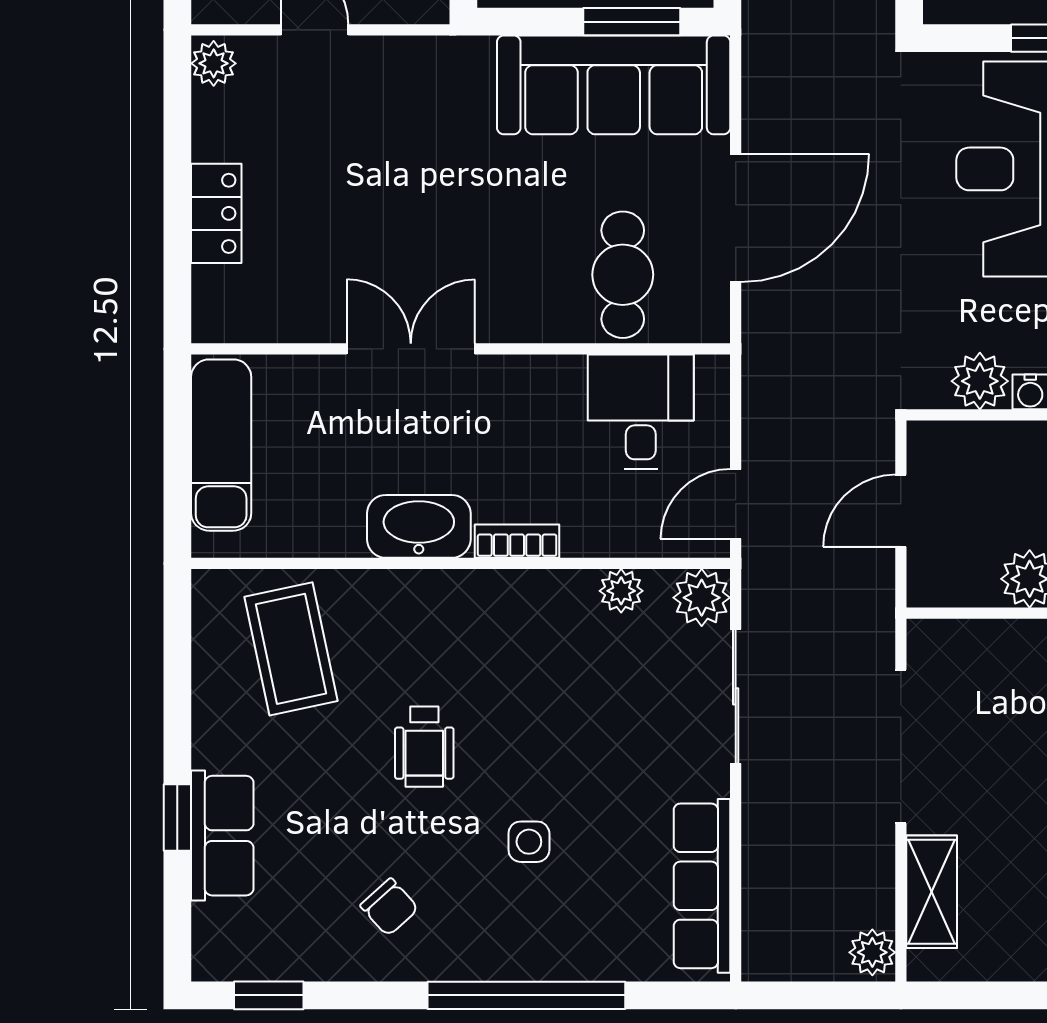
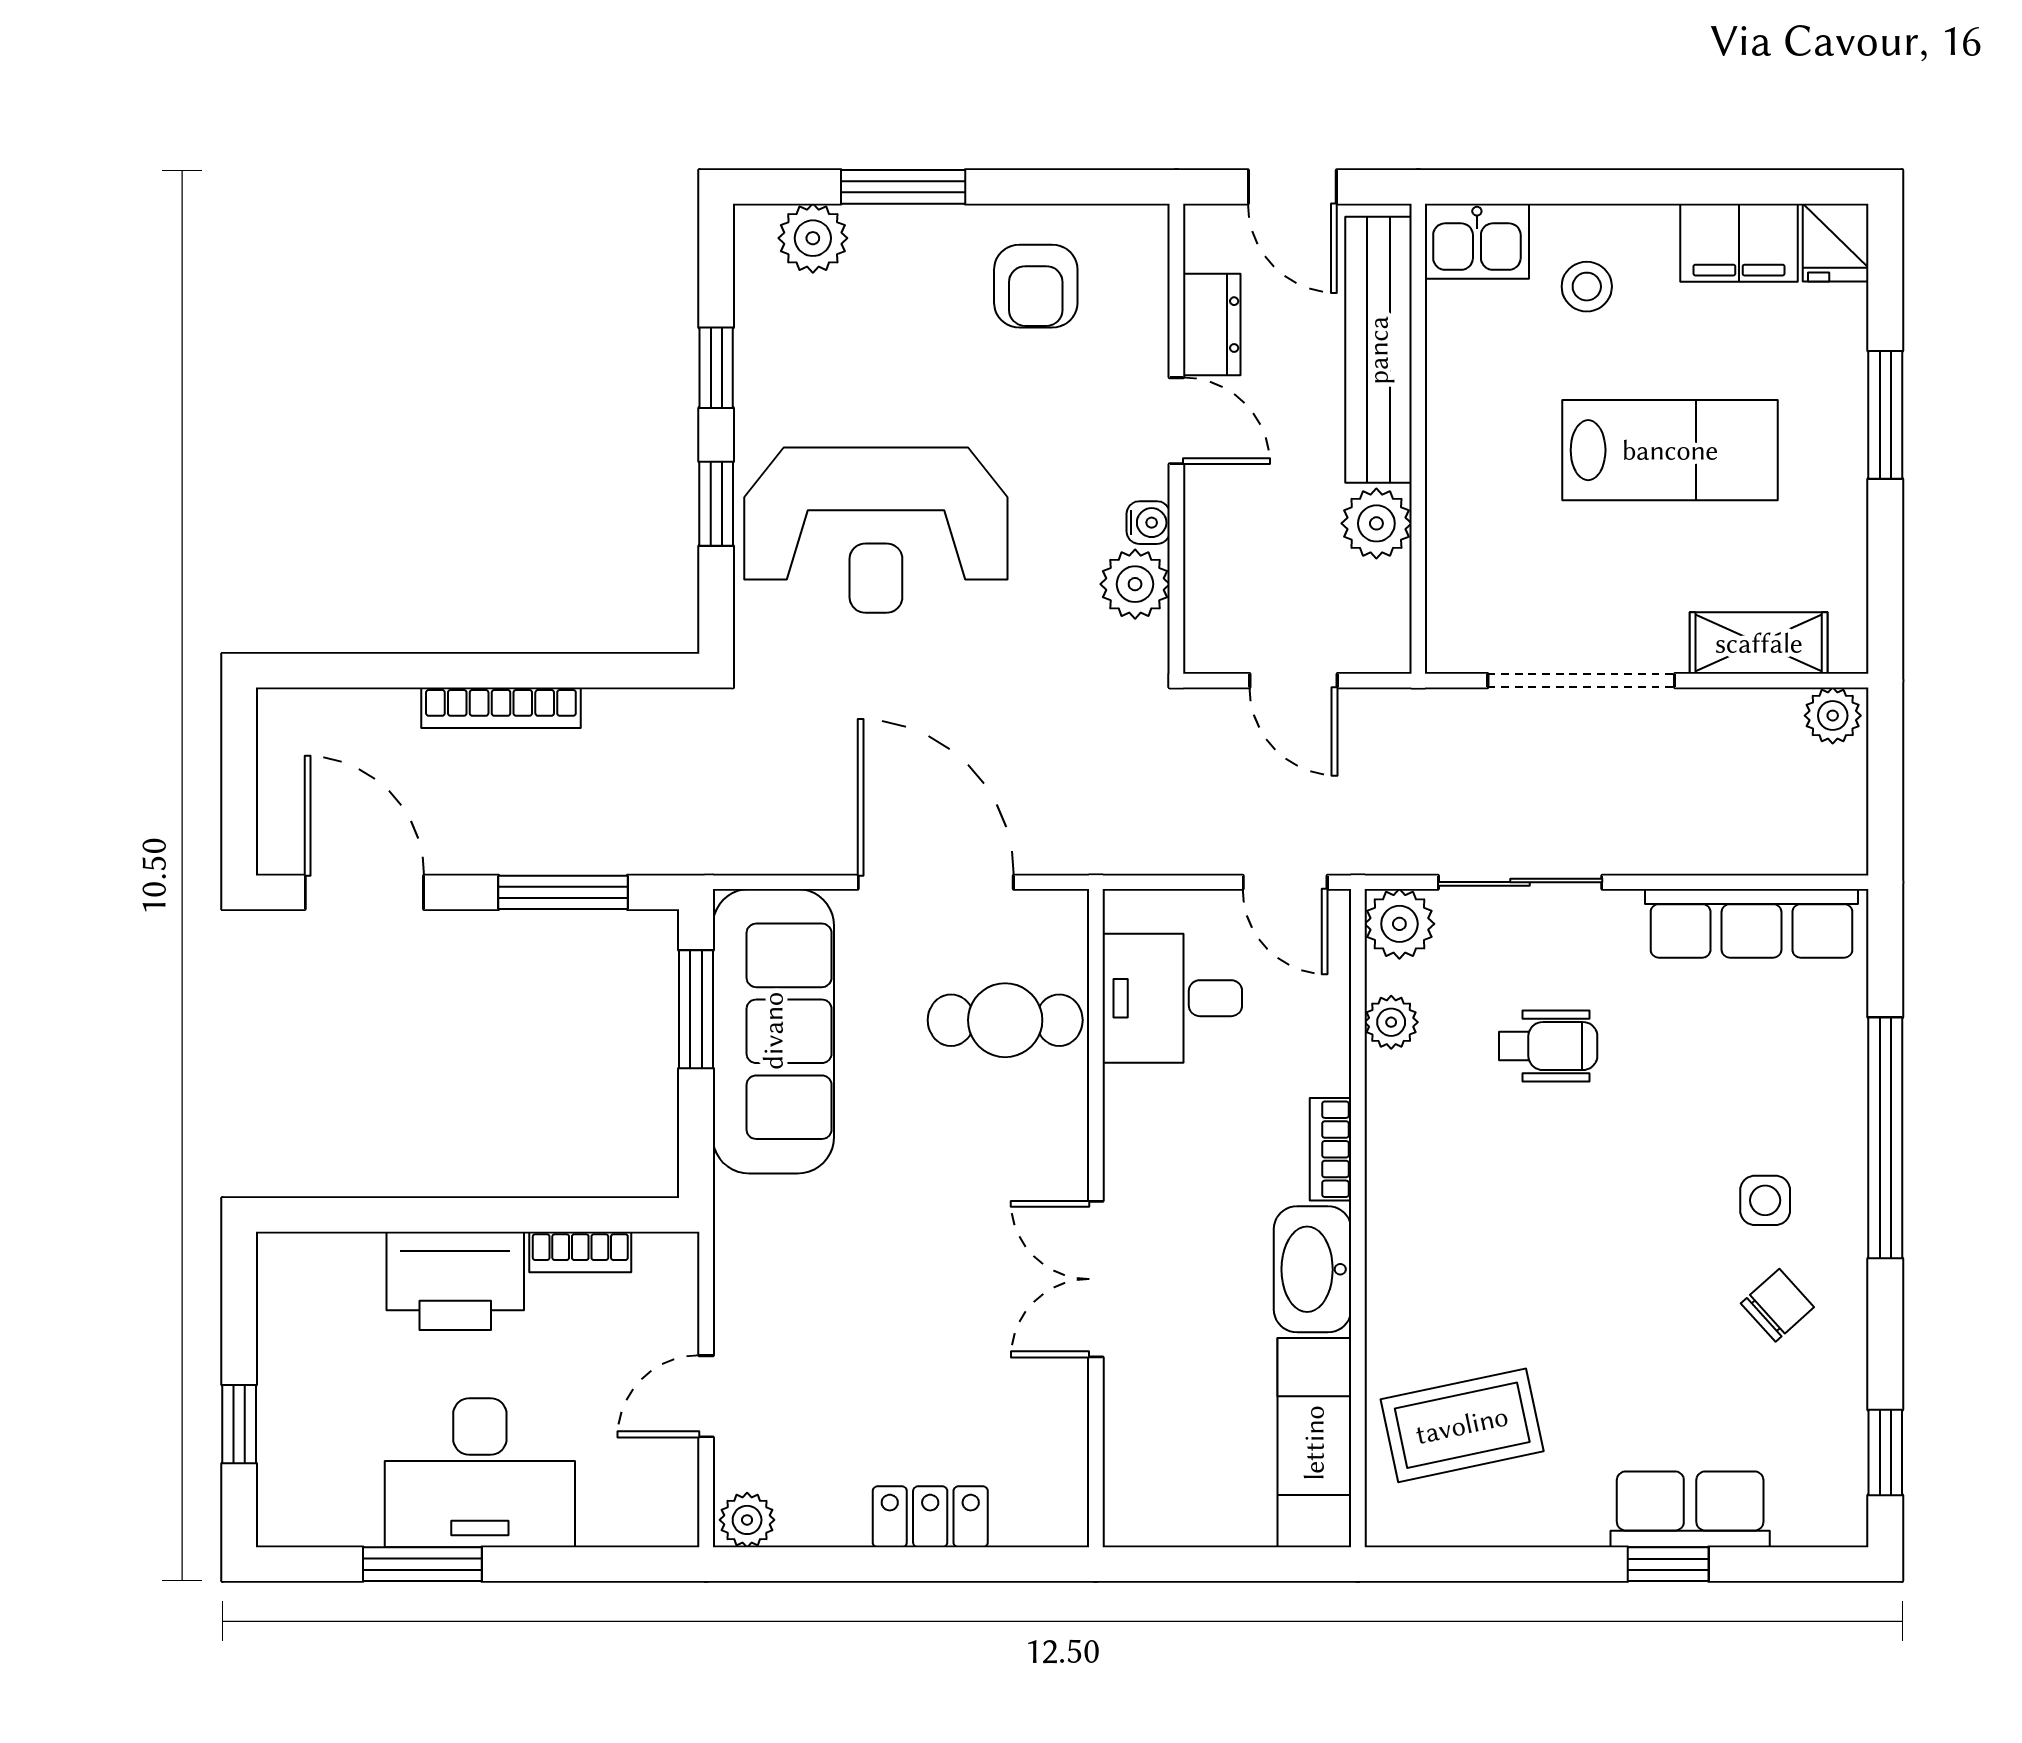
exam couch: (221, 445) -> (1314, 1443), moved, turned -90
wheelchair: (424, 747) -> (1548, 1046), moved
side table: (529, 842) -> (1765, 1200), moved

